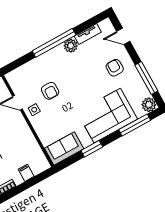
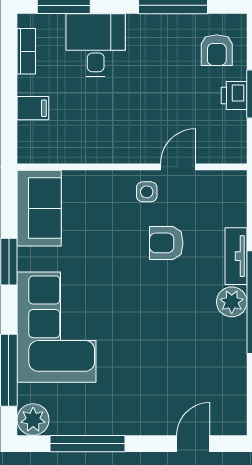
tv unit: (88, 34) -> (236, 256), moved
plant: (71, 46) -> (232, 302), moved
armchair: (115, 68) -> (142, 393), removed

